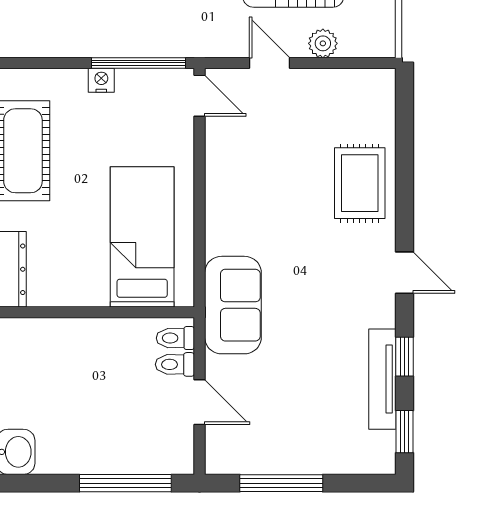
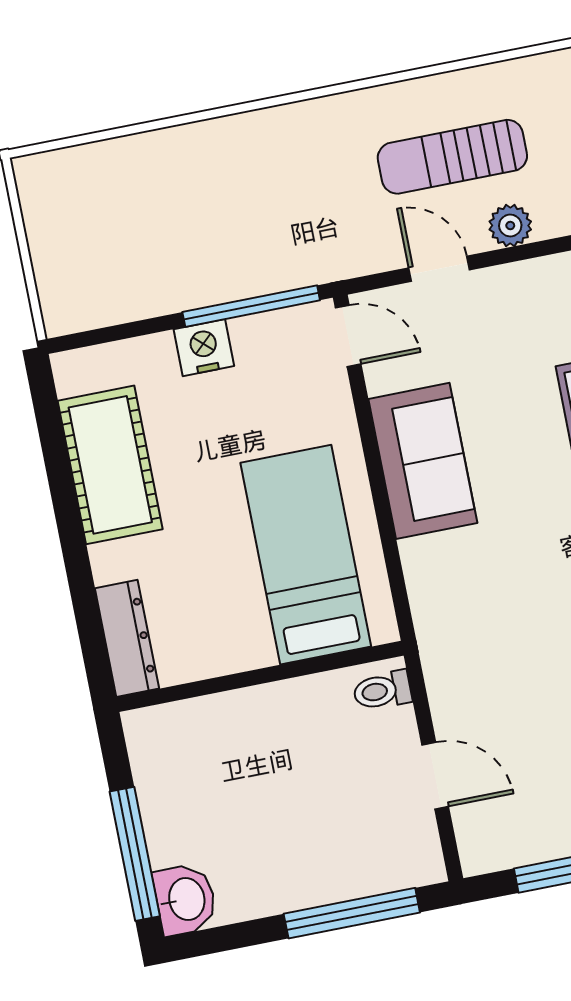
nightstand: (101, 80) -> (204, 348), width x1.39, depth x1.35
sofa: (233, 305) -> (423, 461), moved
toilet: (175, 364) -> (389, 729), removed

